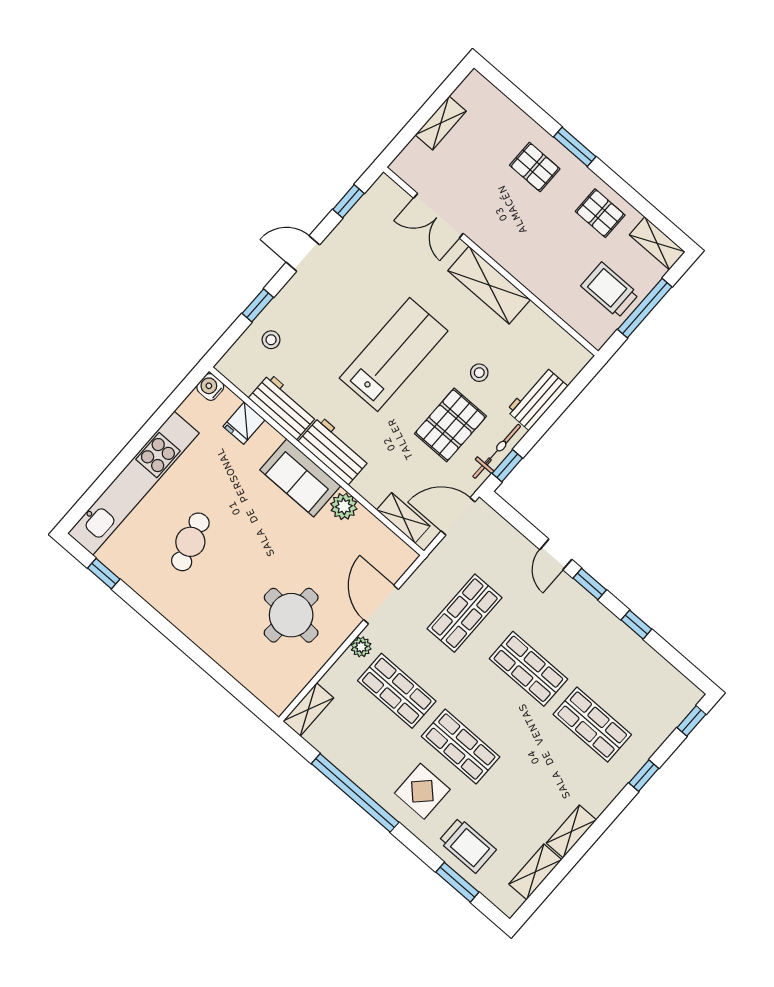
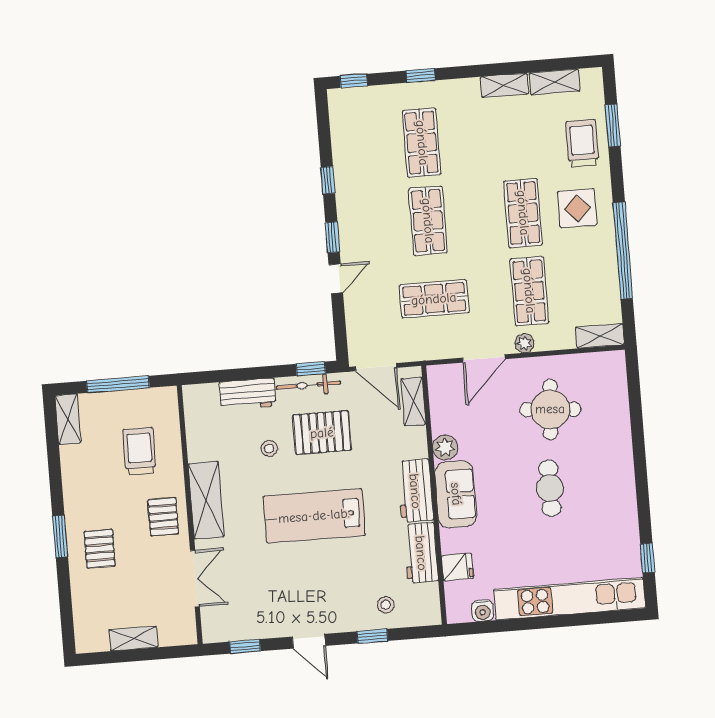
pallet: (600, 213) -> (163, 517), moved
trolley: (610, 290) -> (139, 451), moved, turned 180
water cooler: (210, 387) -> (483, 611), moved
cafe table: (190, 542) -> (550, 488), moved, turned -73

